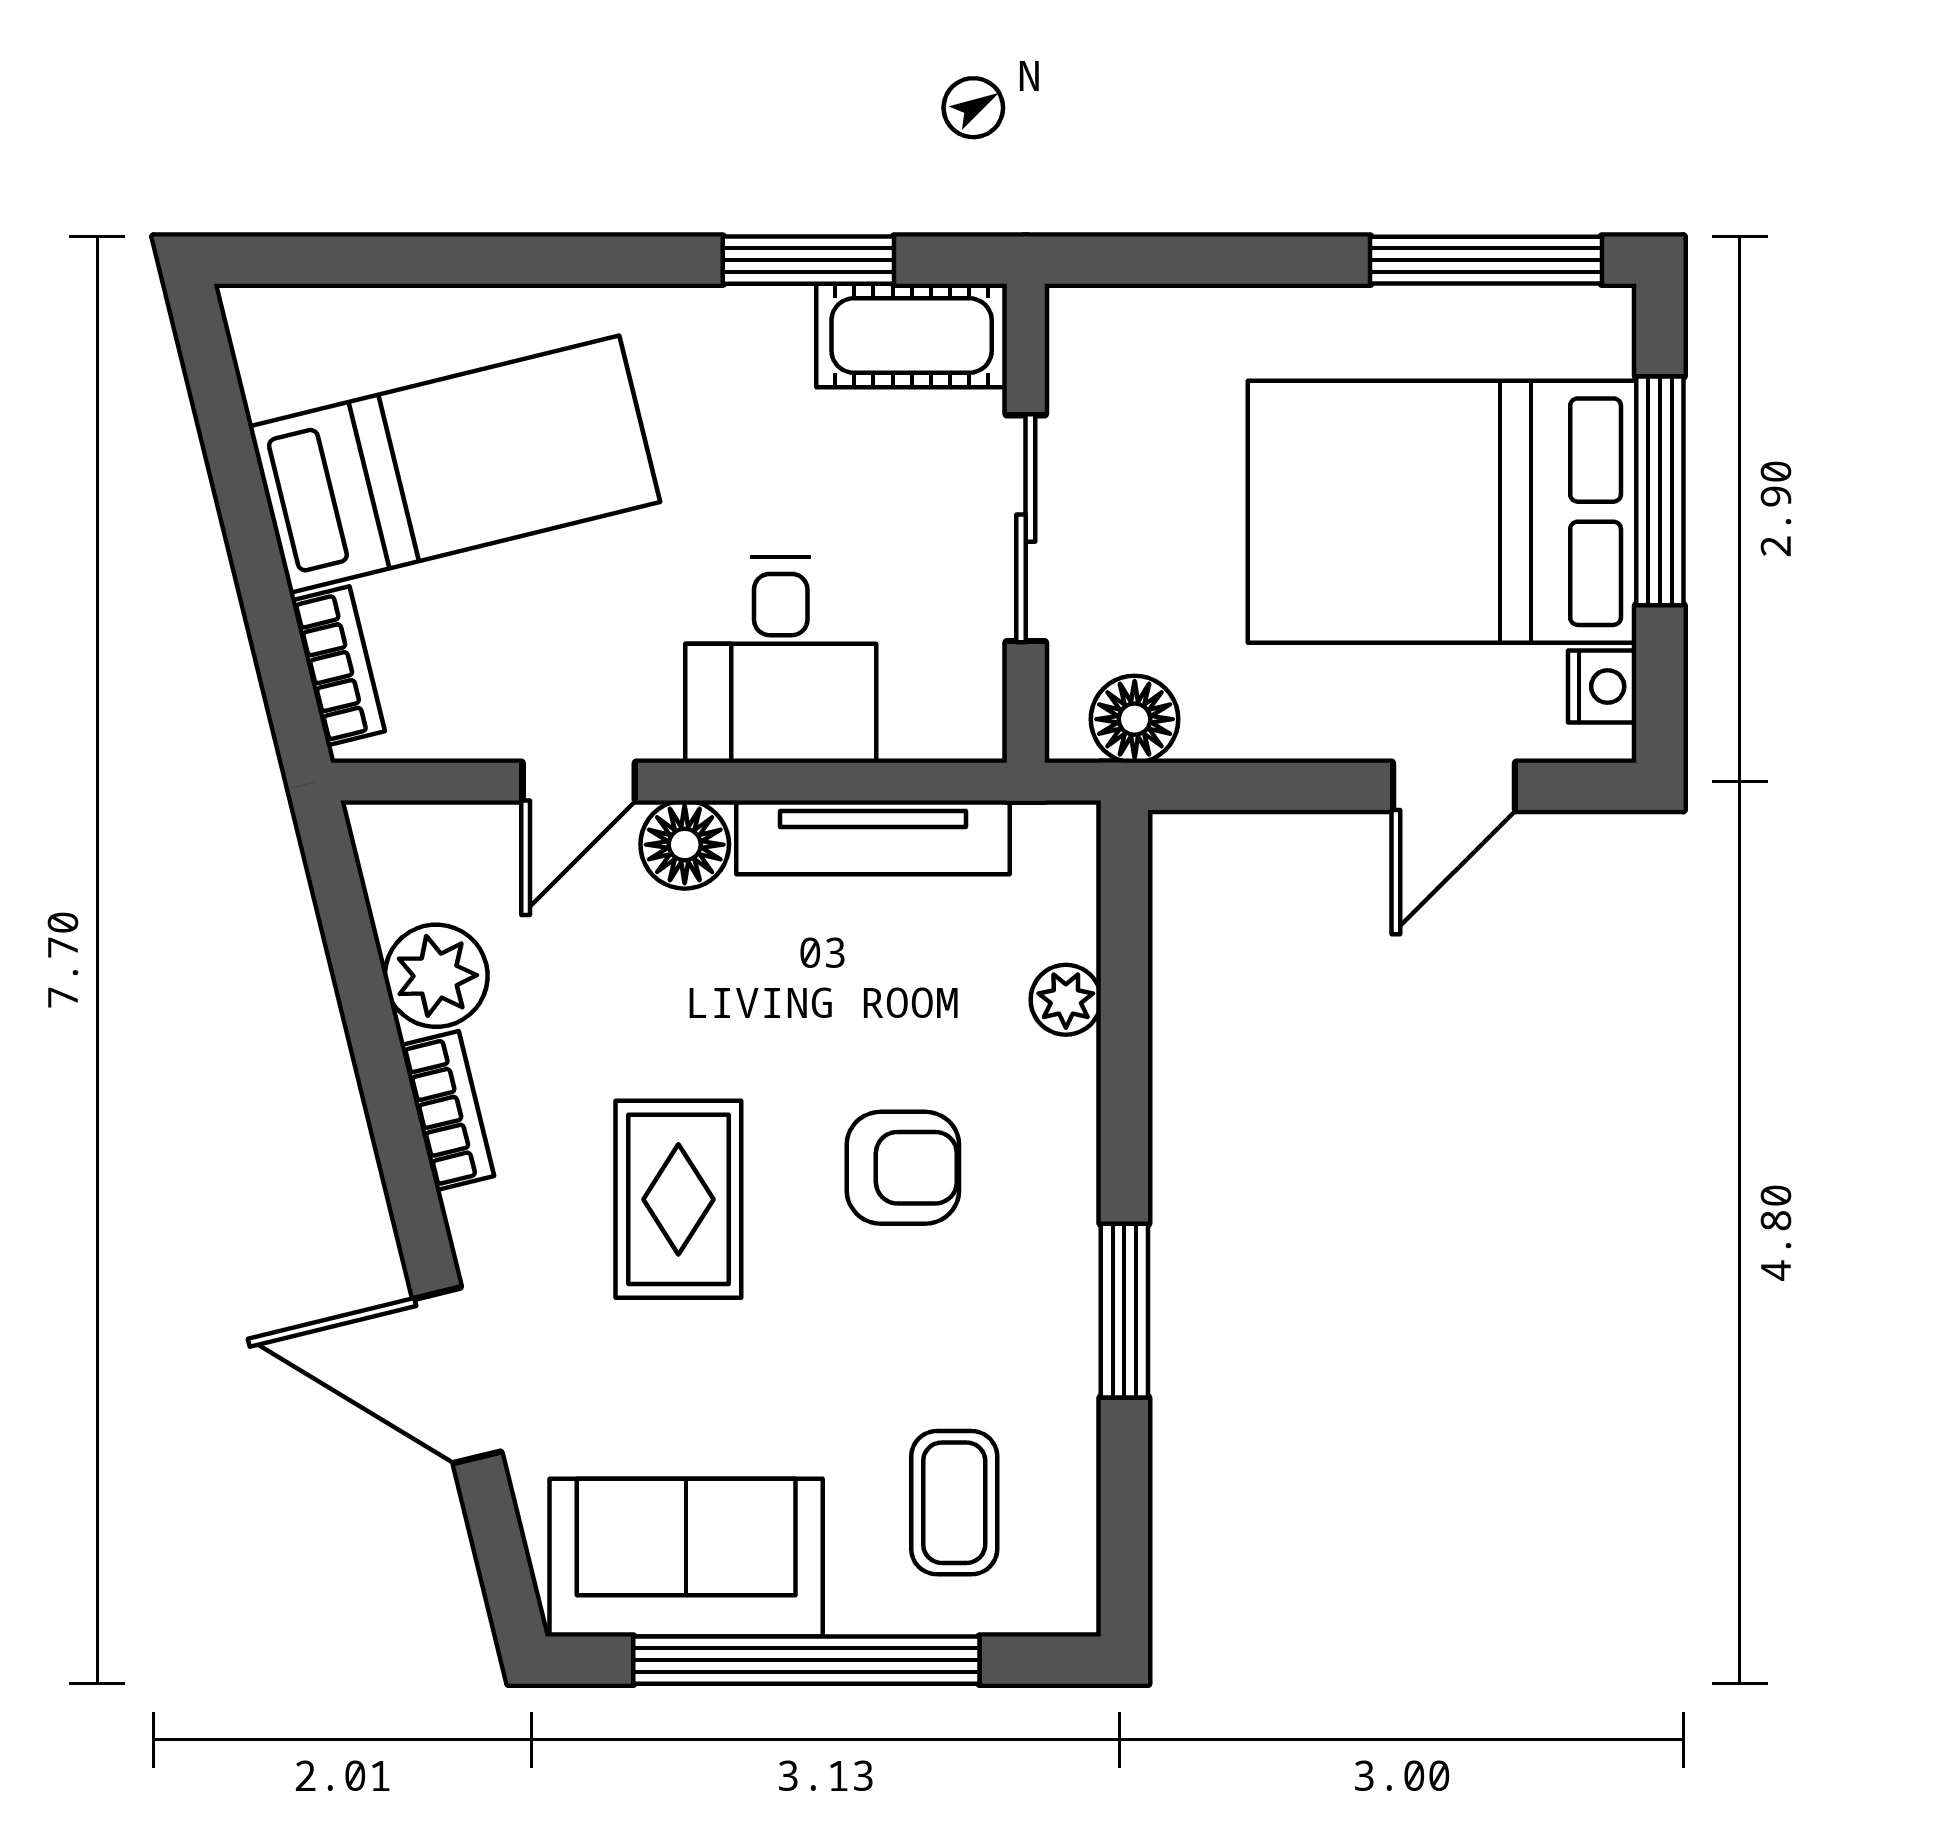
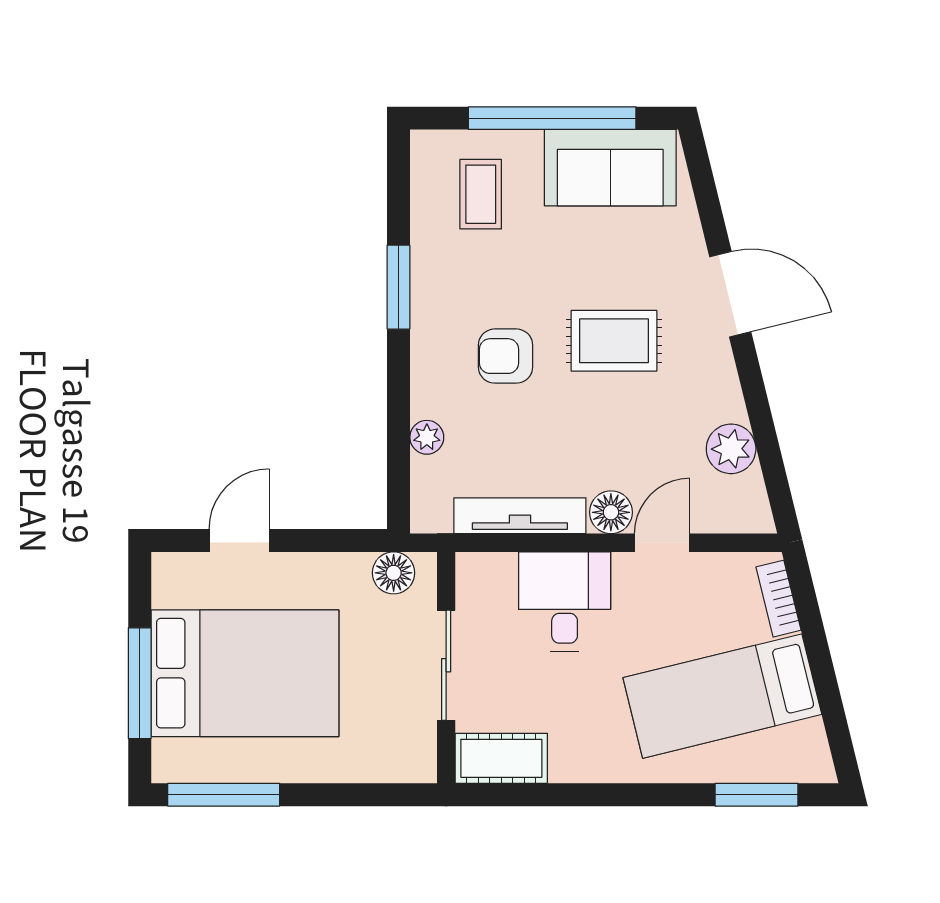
window: (808, 260) -> (757, 795), moved
nightstand: (1602, 686) -> (168, 589), removed
bookcase: (447, 1111) -> (726, 384), removed
rug: (678, 1199) -> (614, 341), turned 90
door: (457, 1375) -> (730, 294), moved

